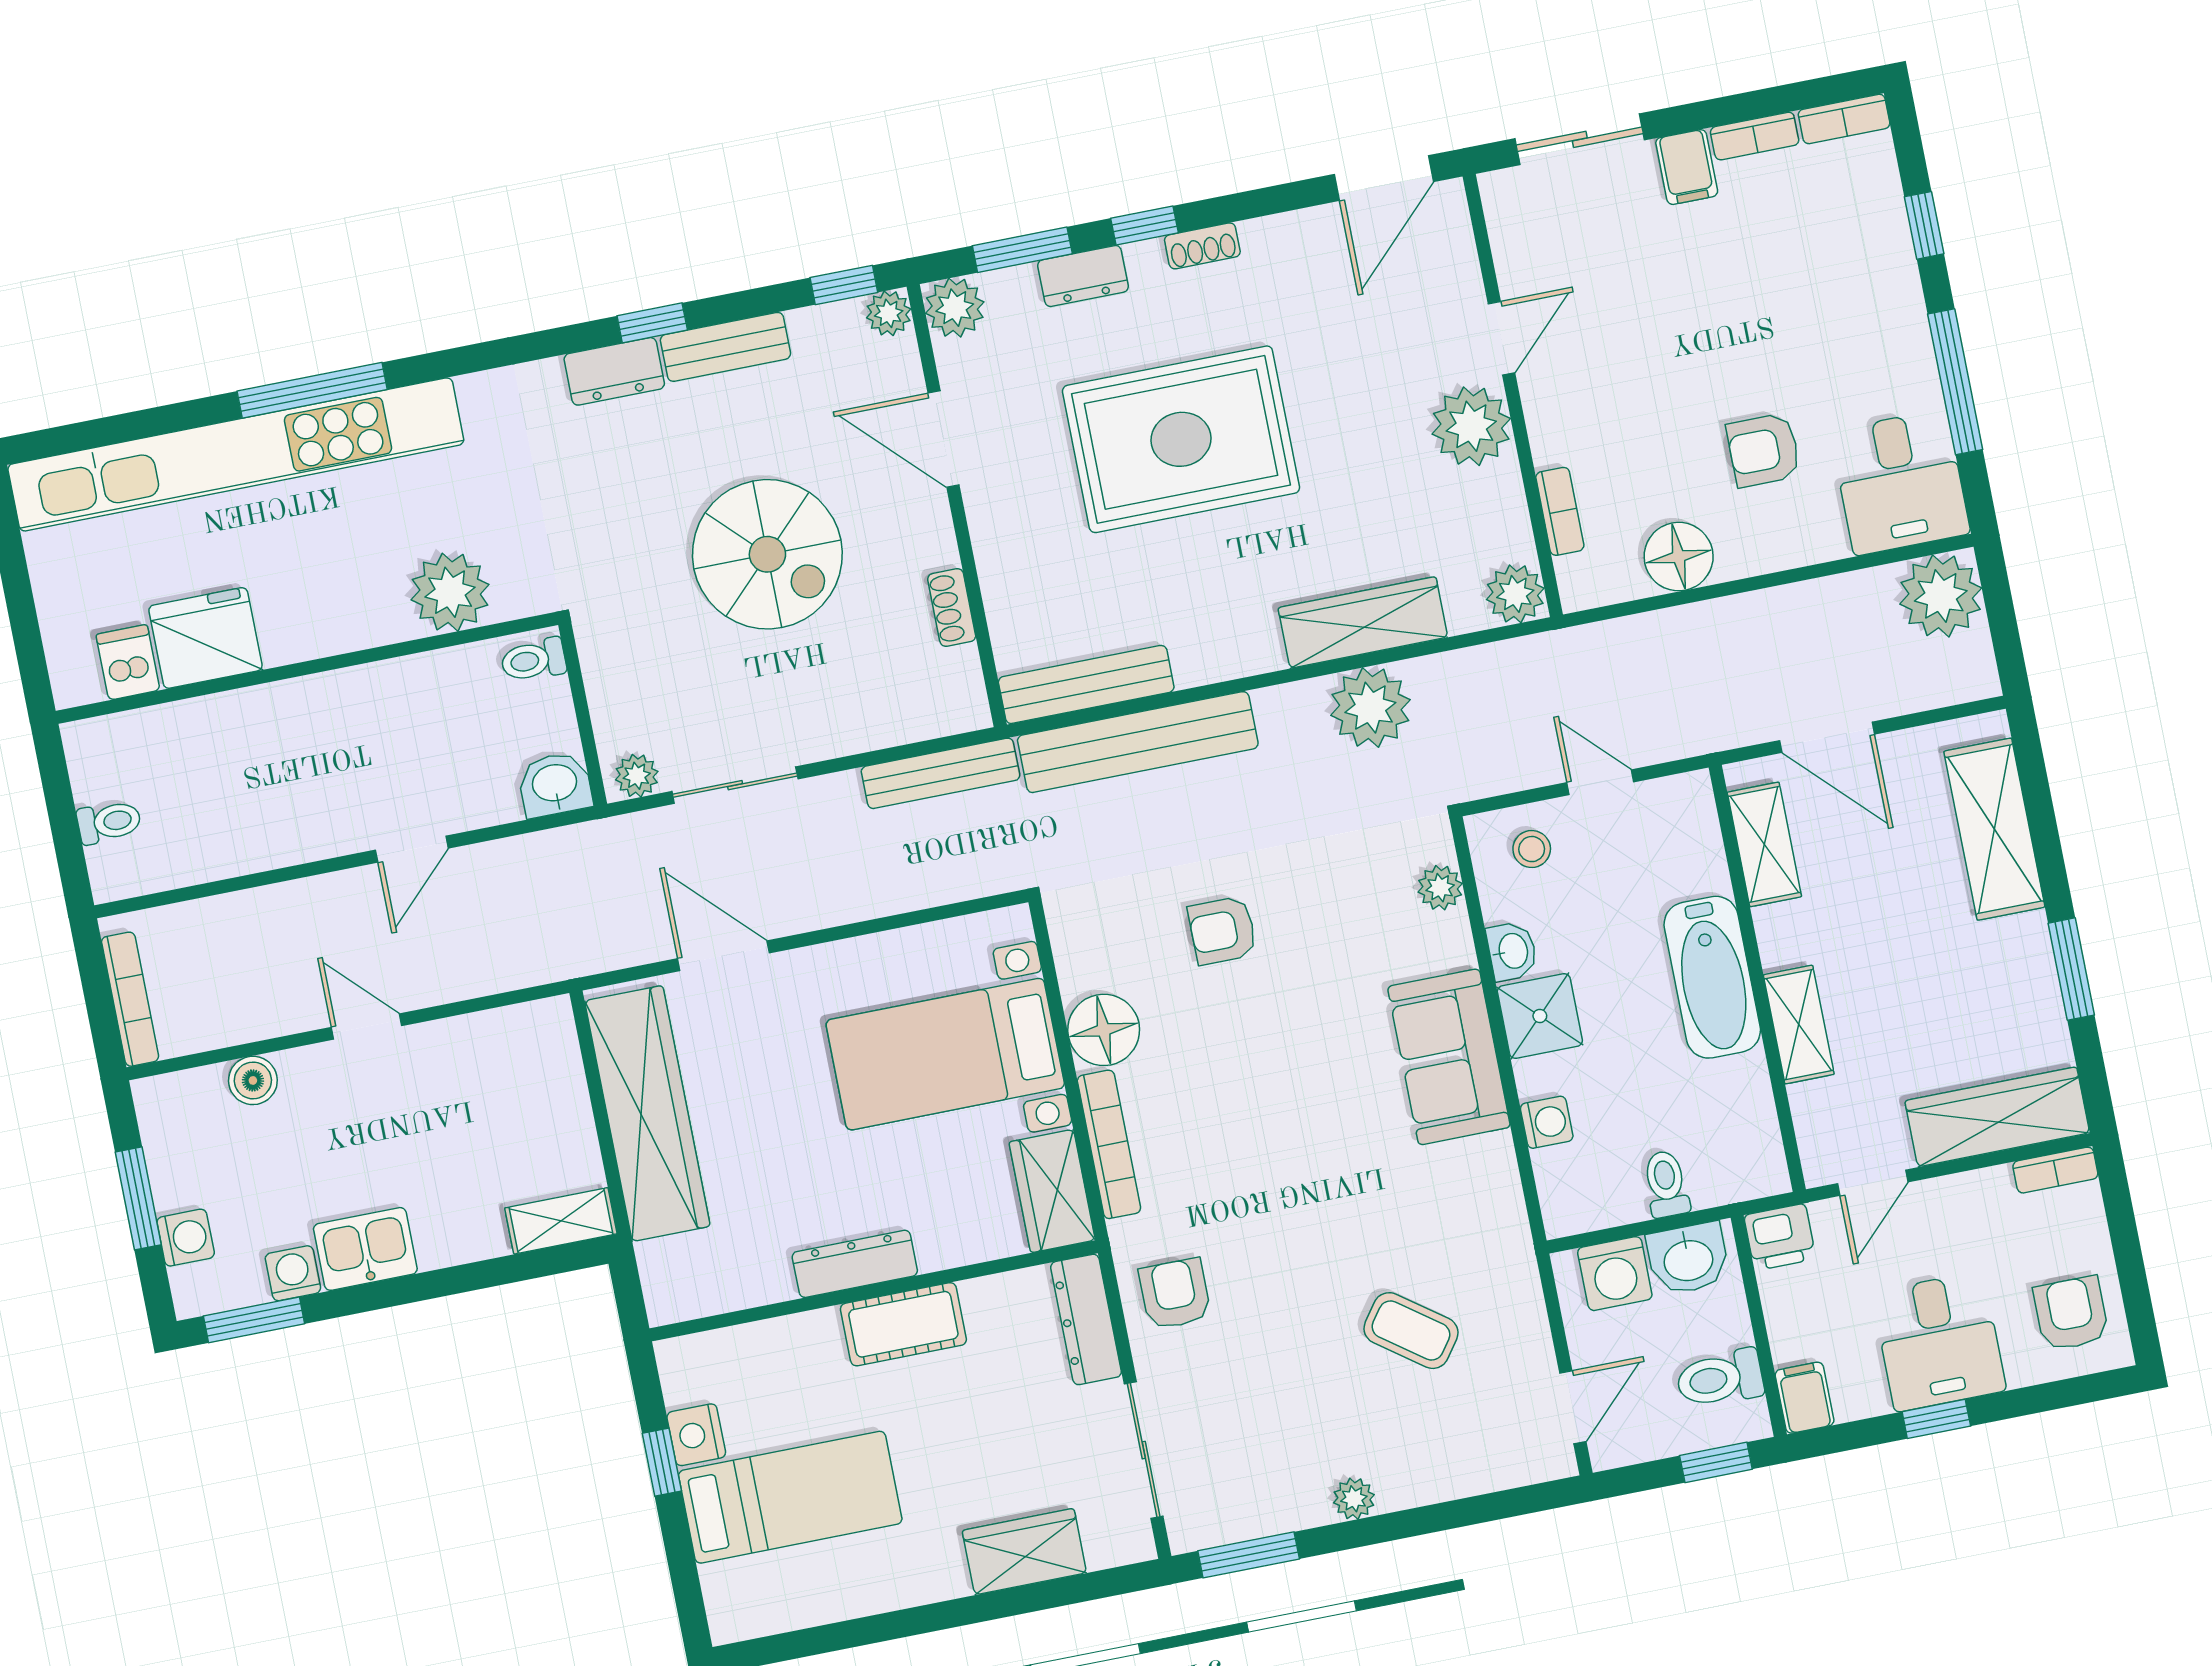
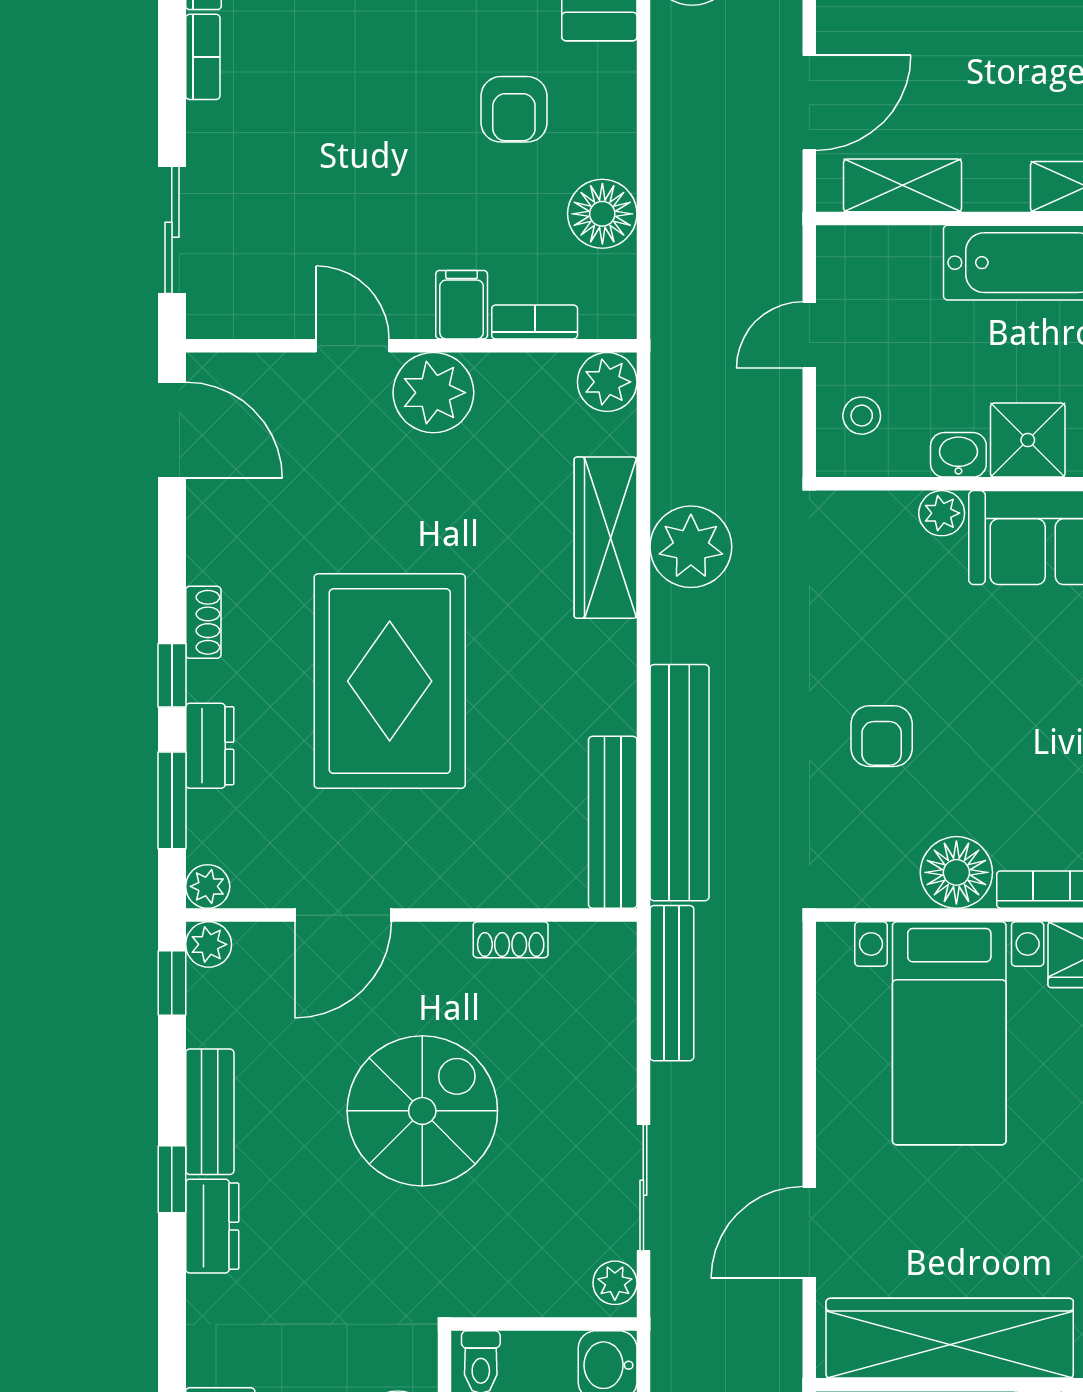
filing cabinet: (1687, 167) -> (462, 305), moved, turned -90
plant: (955, 308) -> (208, 886), width x0.73, depth x0.73
plant: (1440, 888) -> (942, 513), moved

